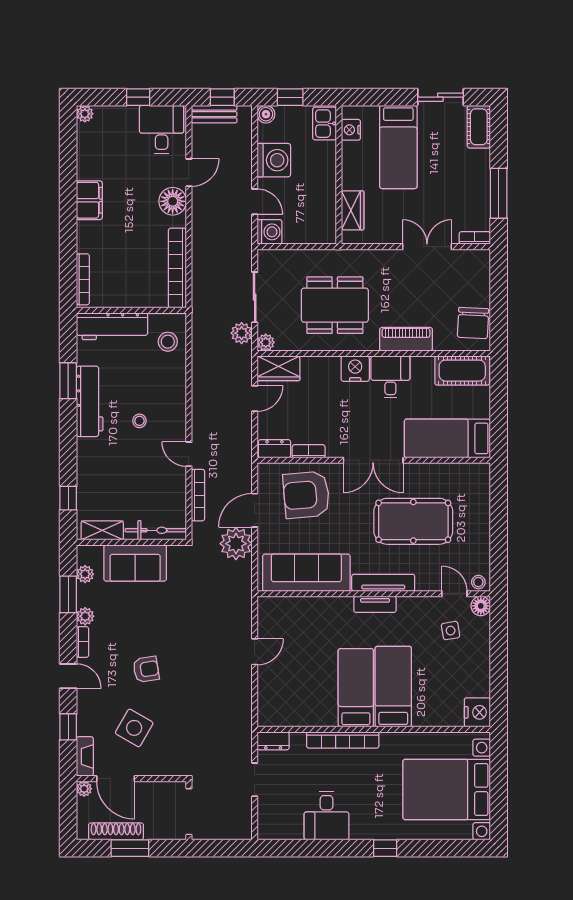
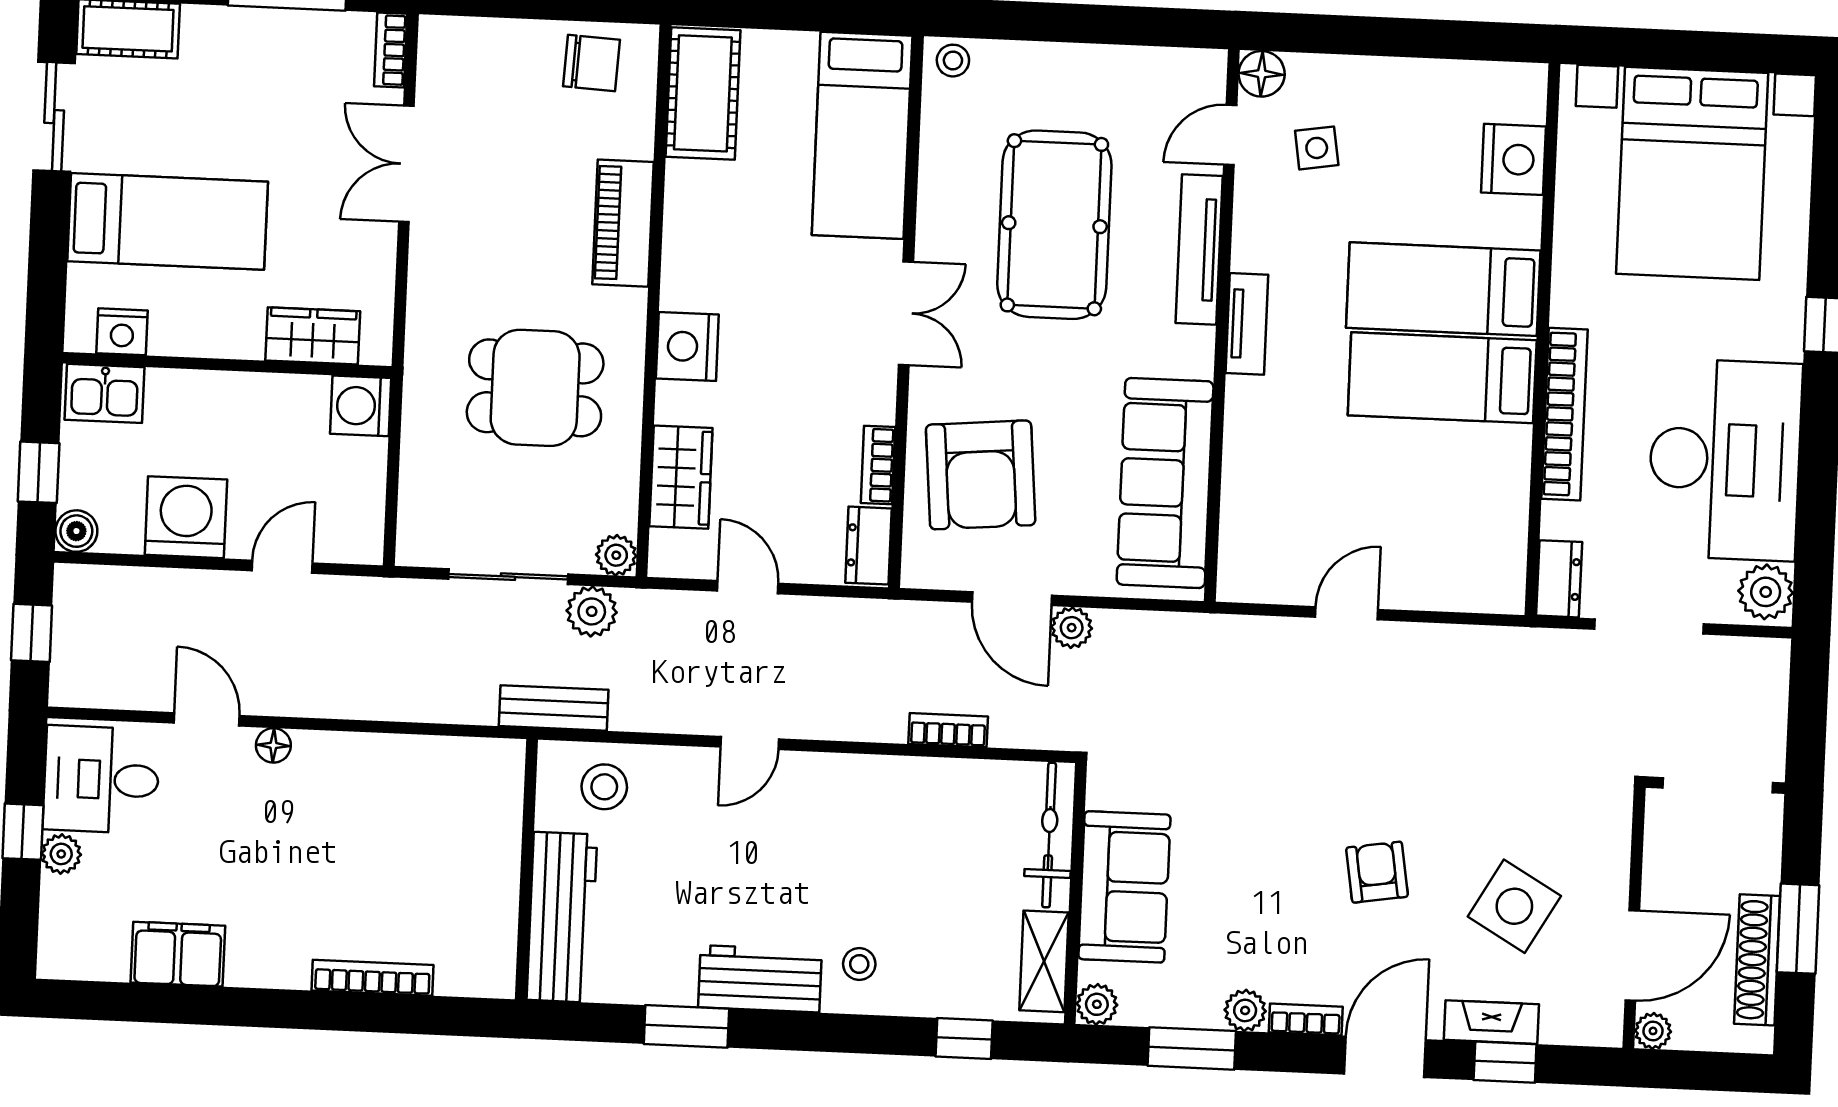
plant: (85, 114) -> (61, 854), moved
bench: (214, 114) -> (554, 708), moved, turned 90
filing cabinet: (89, 200) -> (178, 954), moved
floor lamp: (173, 201) -> (273, 745), width x0.53, depth x0.53
washing machine: (270, 232) -> (361, 406), moved, turned -90
bookcase: (177, 268) -> (431, 756), removed
bookcase: (83, 279) -> (373, 978), moved
dining table: (335, 305) -> (535, 388), width x0.73
chair: (473, 323) -> (592, 63), width x0.73, depth x0.73
wardrobe: (279, 368) -> (681, 477), moved
desk: (390, 377) -> (711, 264), removed
workbench: (90, 401) -> (760, 979), width x0.73
stool: (139, 421) -> (859, 964), moved
door: (189, 454) -> (750, 743), moved
double door: (373, 460) -> (906, 313), width x0.73
bookcase: (198, 495) -> (948, 730), width x0.64
plant: (236, 544) -> (1072, 628), width x0.53, depth x0.53
plant: (85, 574) -> (1097, 1004), moved
stool: (478, 582) -> (953, 61), moved
tv unit: (383, 583) -> (1199, 250), moved
door: (255, 652) -> (1347, 613), hinge flipped
door: (68, 676) -> (1385, 1057), width x1.38
nightstand: (477, 712) -> (1514, 159), moved, turned 90
fireplace: (85, 756) -> (1491, 1022), moved
doorway: (255, 780) -> (1649, 626), width x1.38
desk: (327, 816) -> (1725, 460), width x1.87, depth x1.30
plant: (271, 828) -> (1766, 592), added

